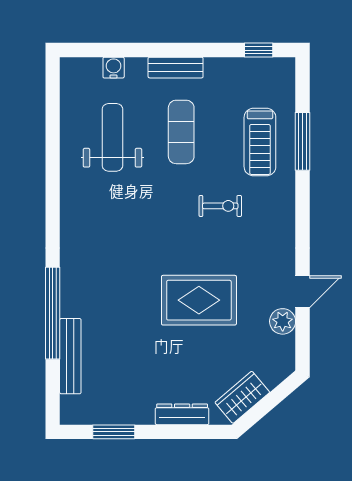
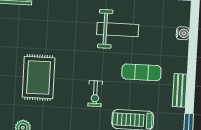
bench: (176, 68) -> (180, 90), moved
weight bench: (112, 137) -> (118, 30), moved

